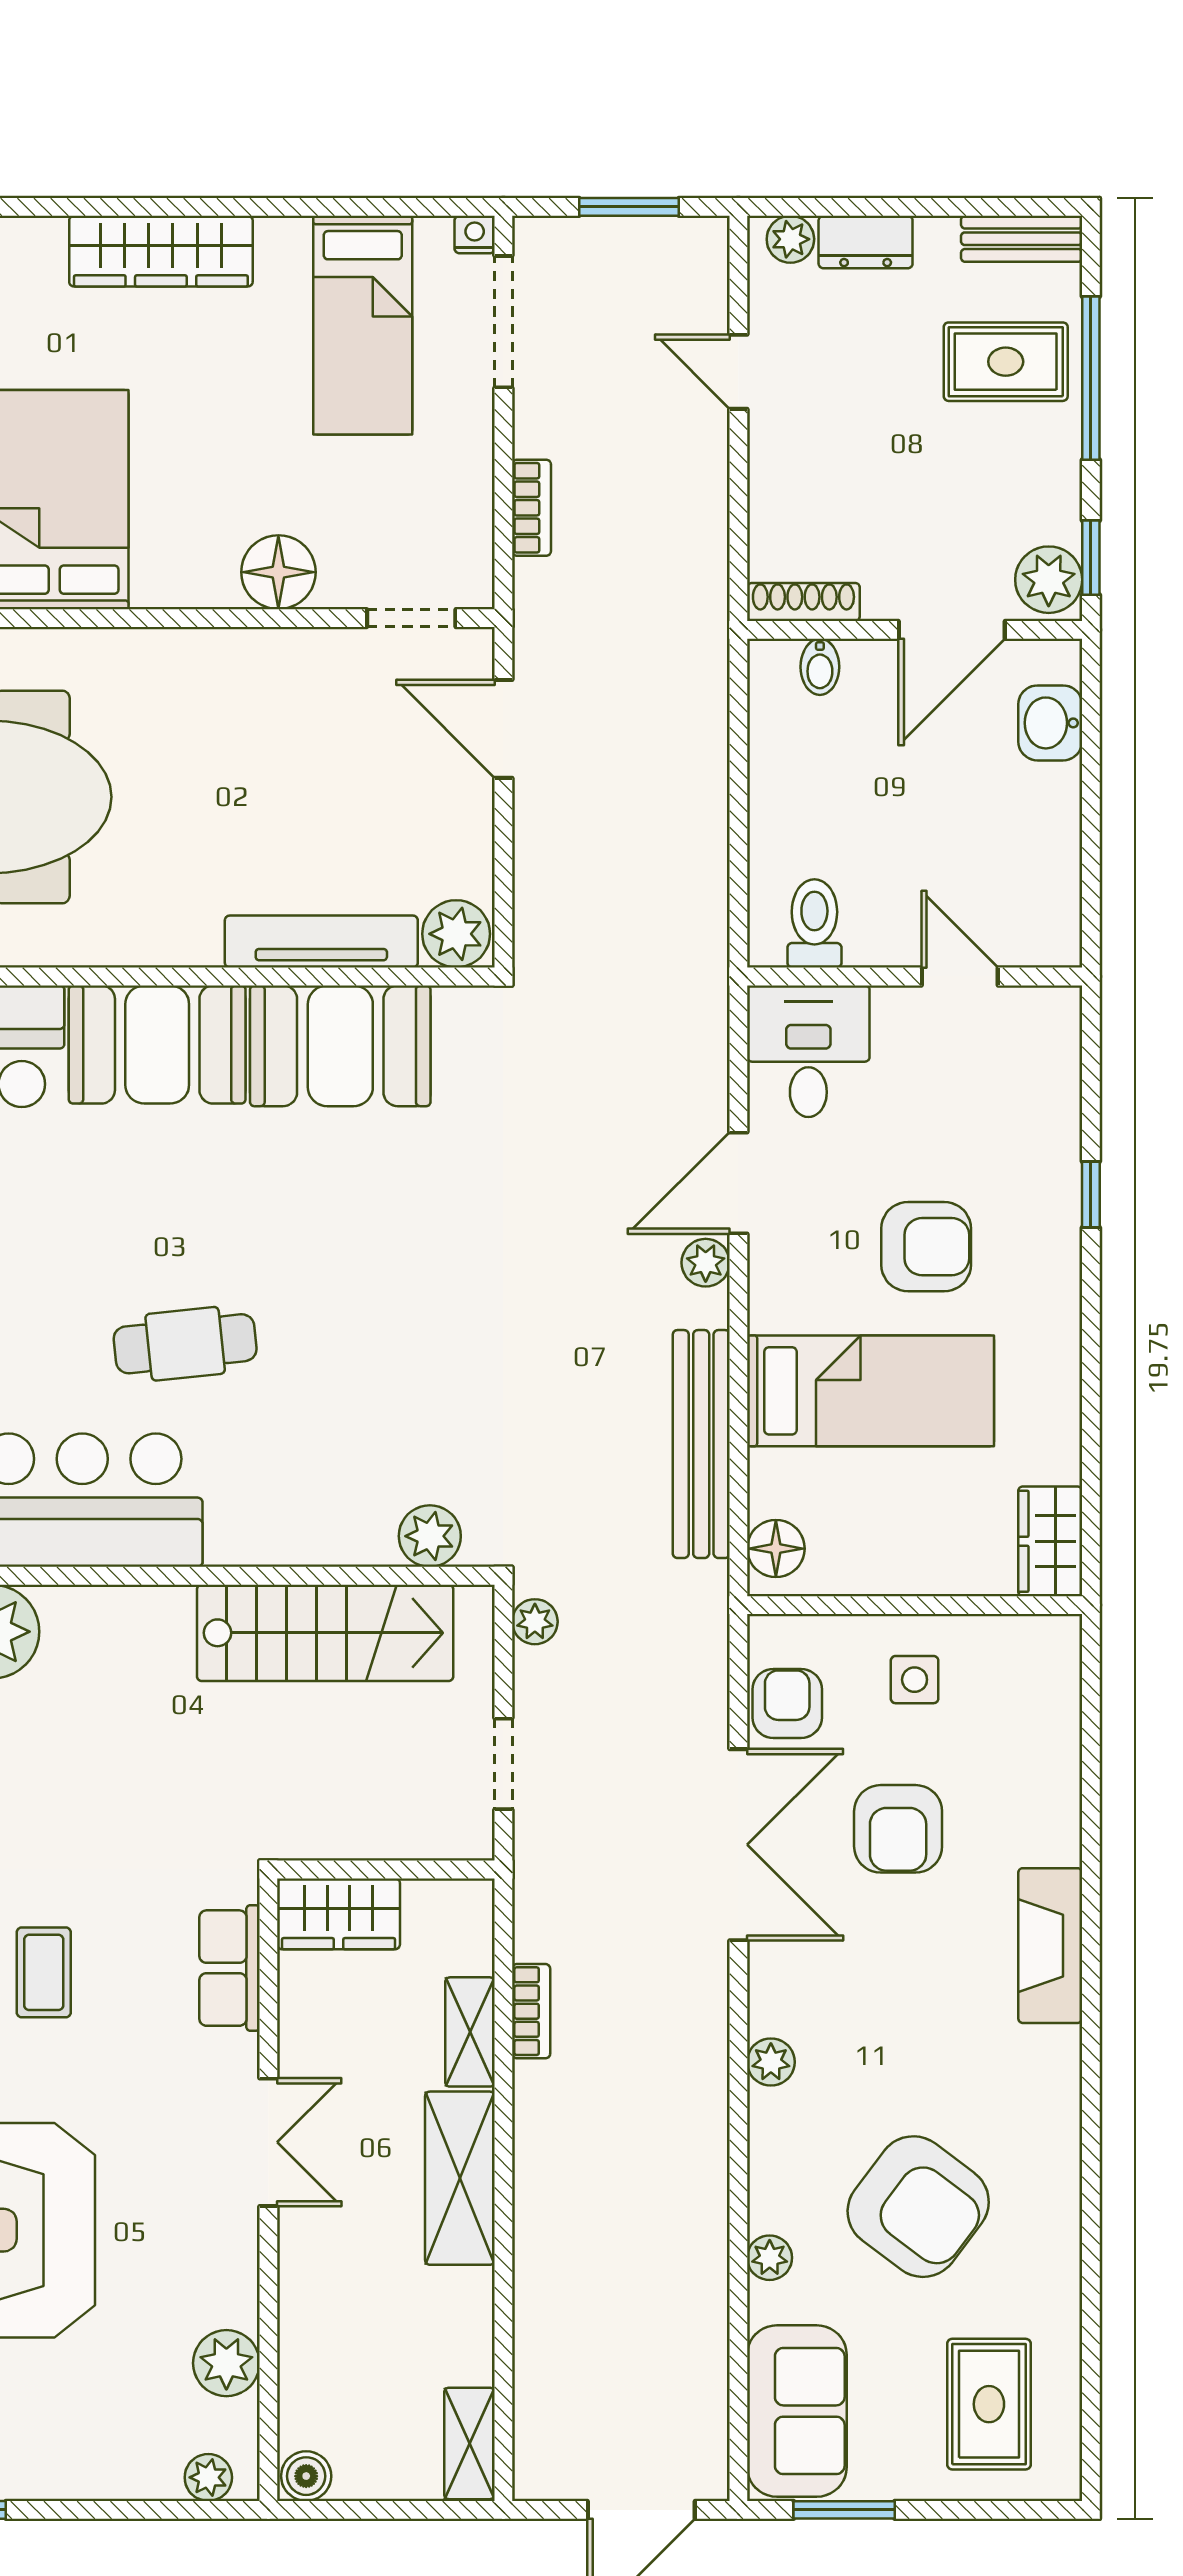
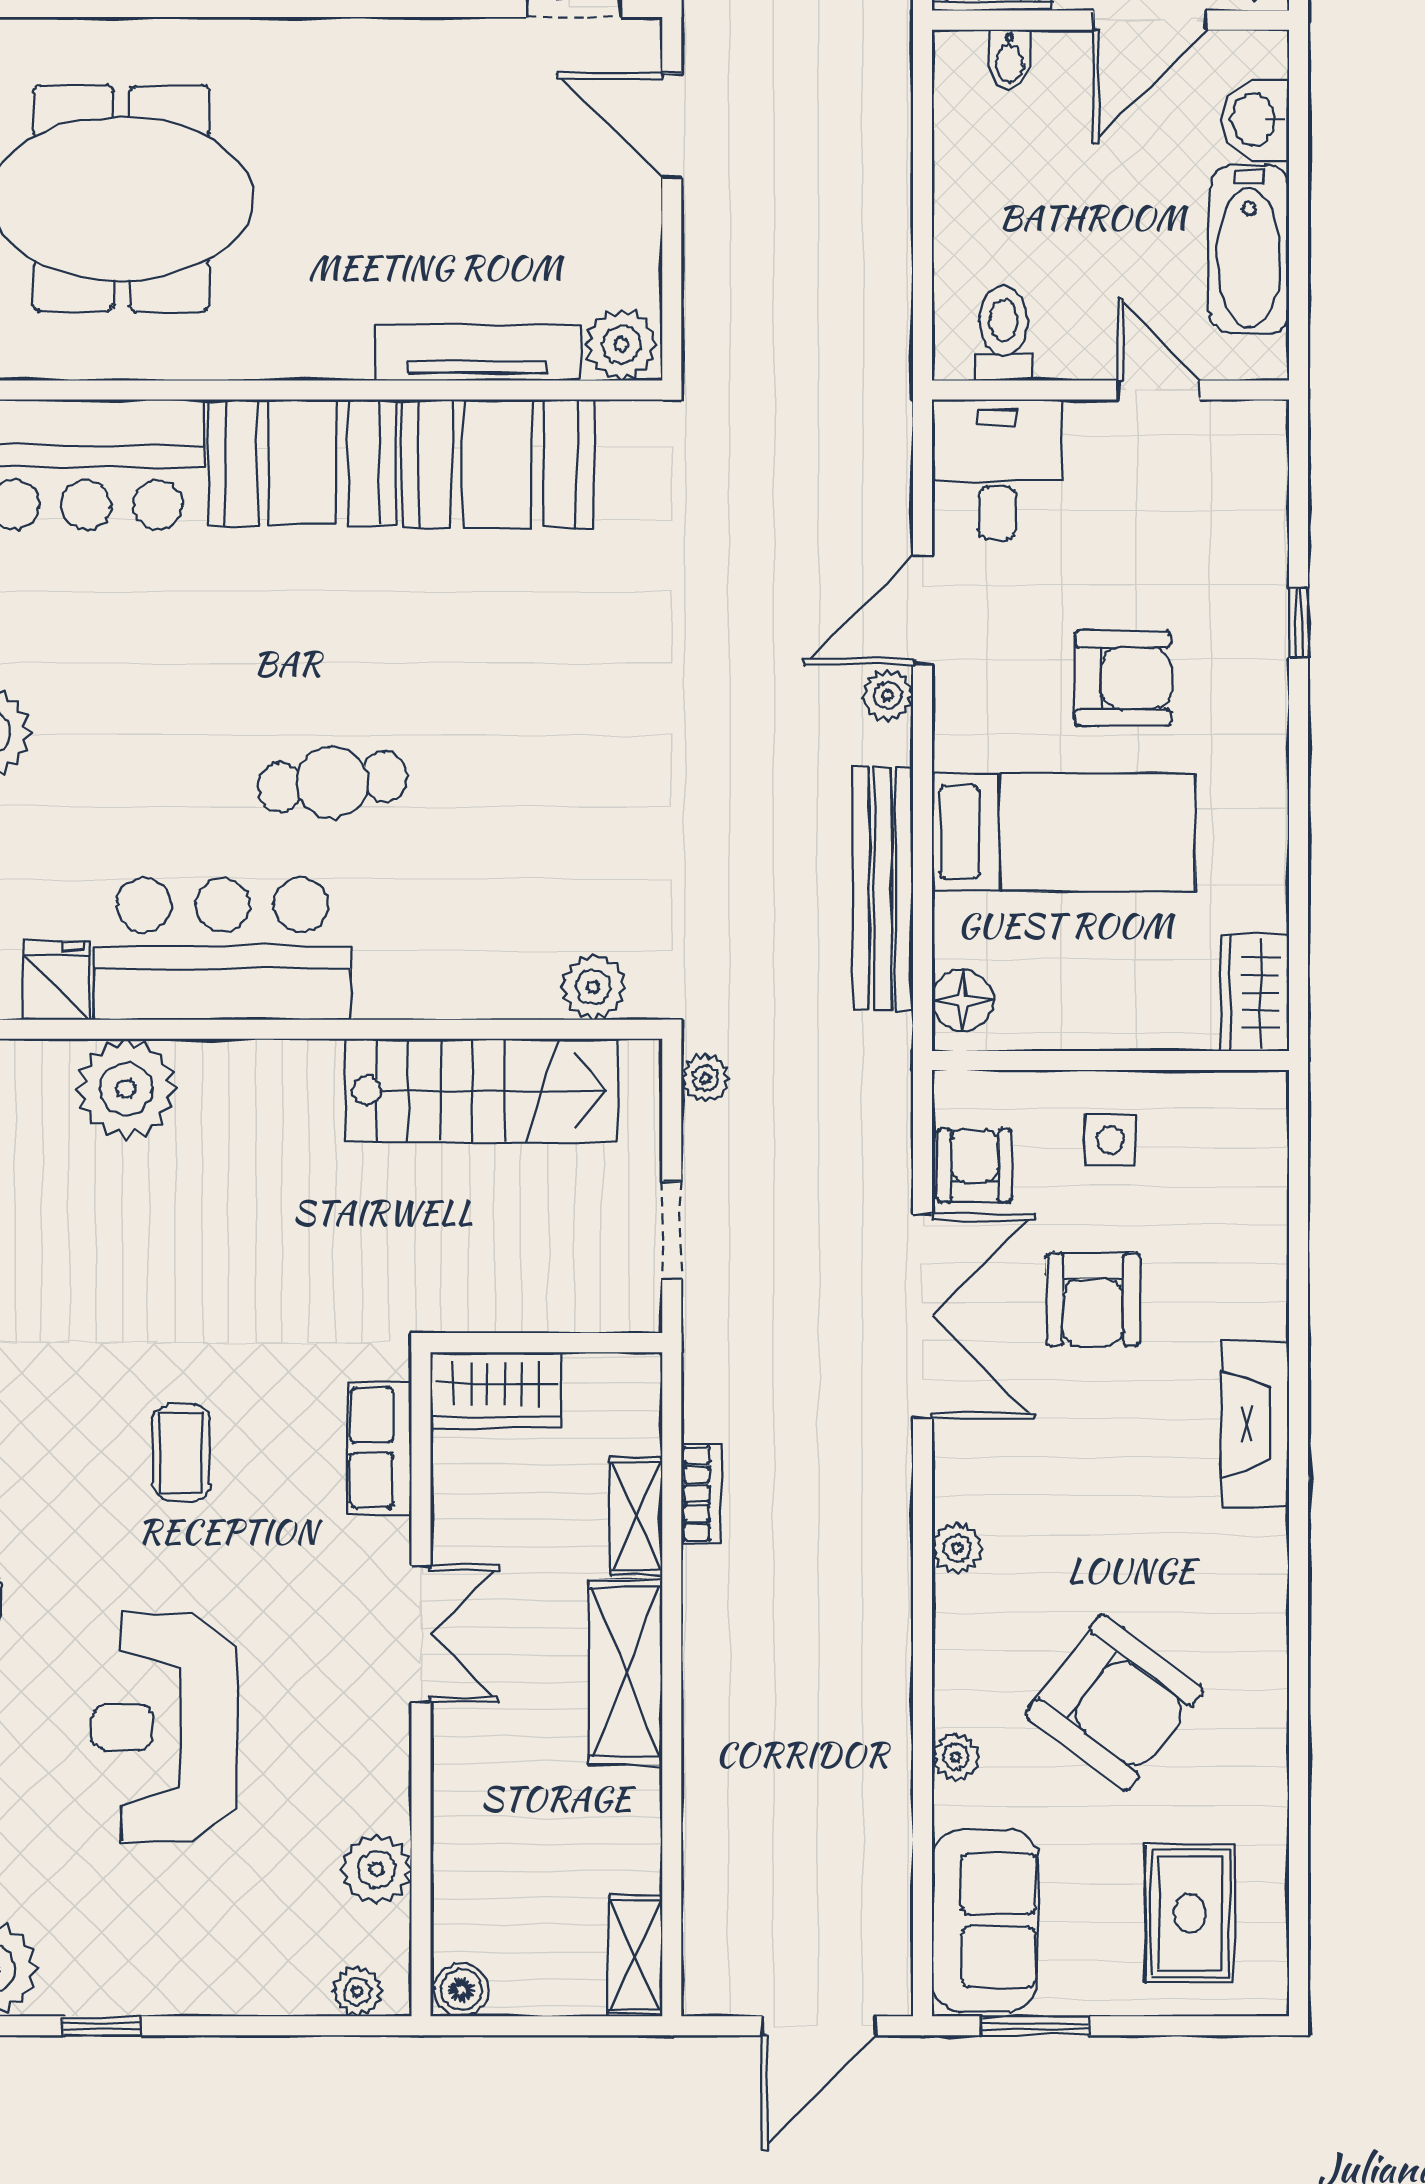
bathtub: (1045, 845) -> (1249, 249), added

